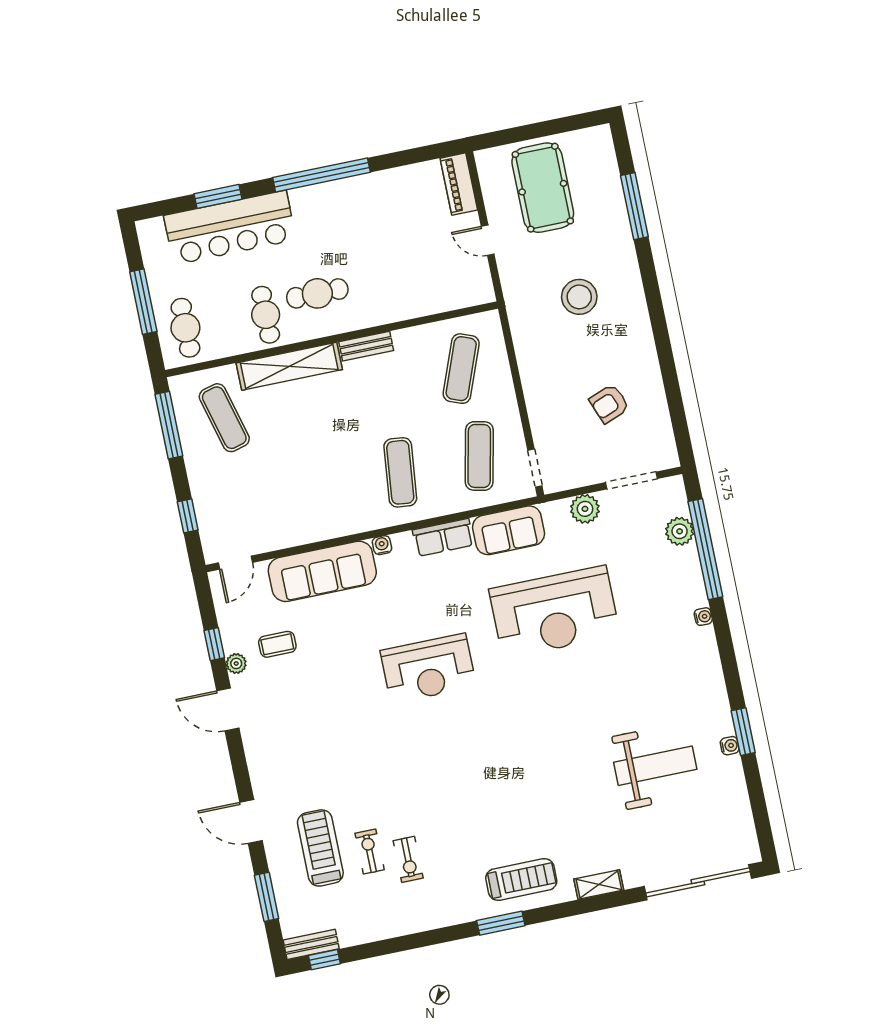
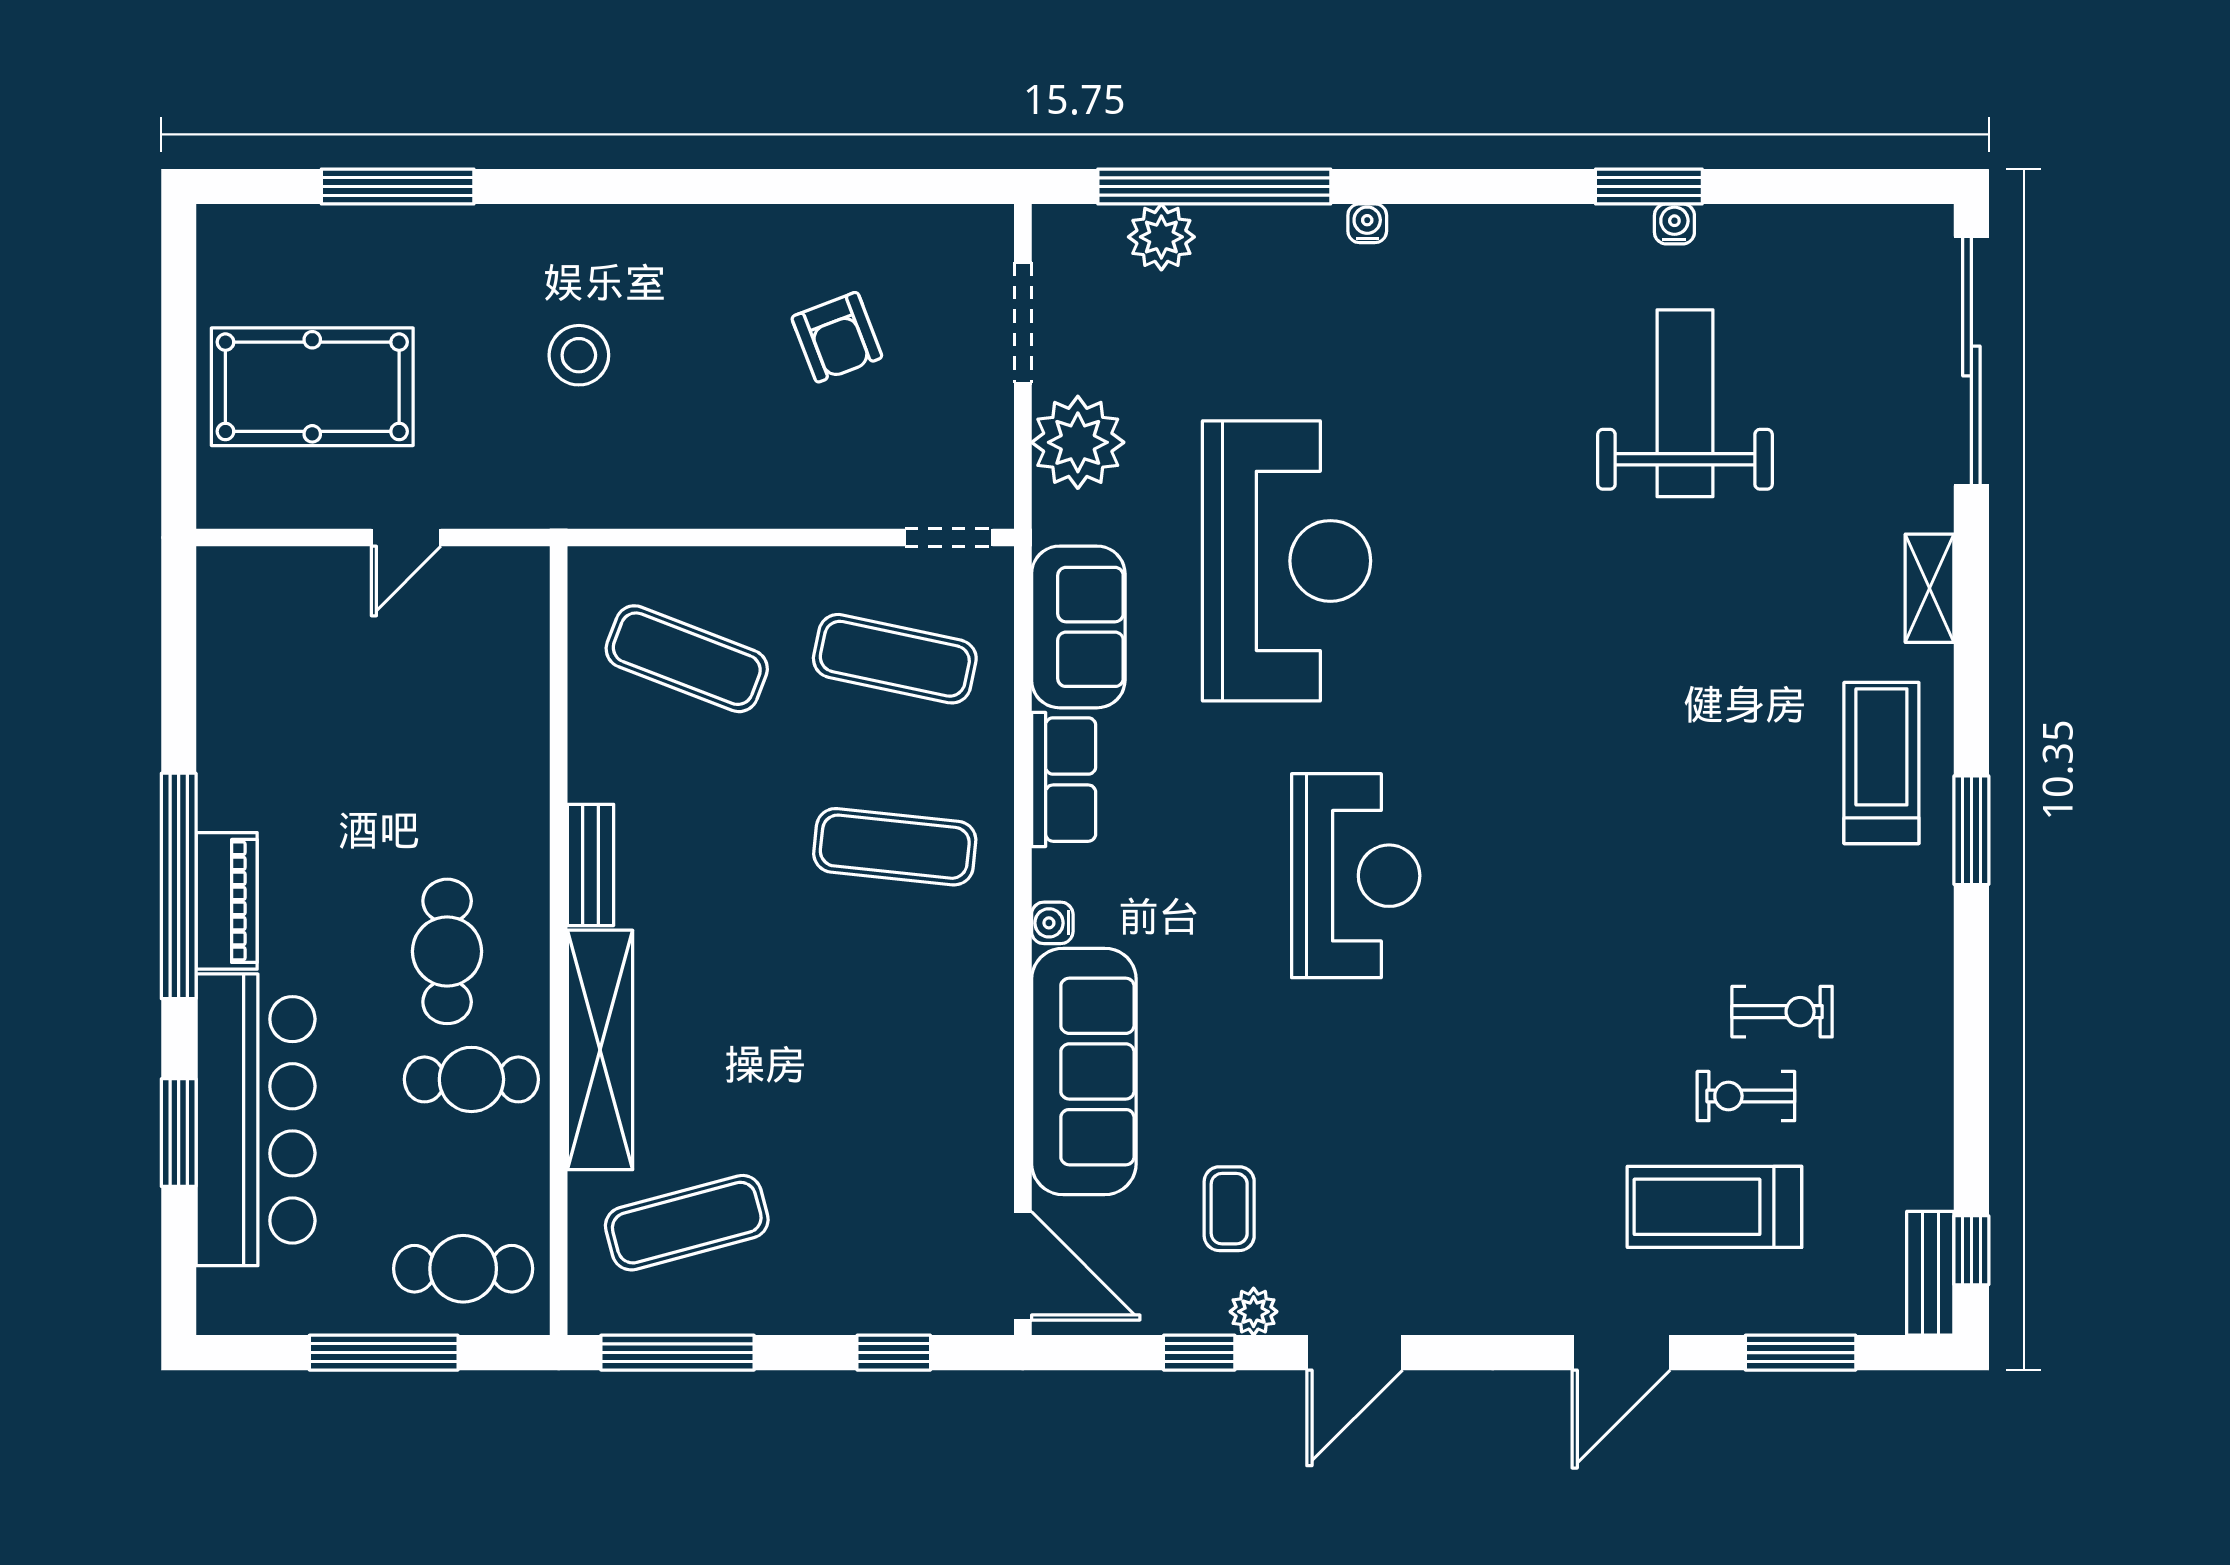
piano: (459, 184) -> (227, 901), moved, turned -90
stool: (579, 297) -> (579, 355), width x0.73, depth x0.73
plant: (585, 509) -> (1078, 442), width x1.36, depth x1.36
door: (235, 563) -> (1023, 1266), width x1.38

